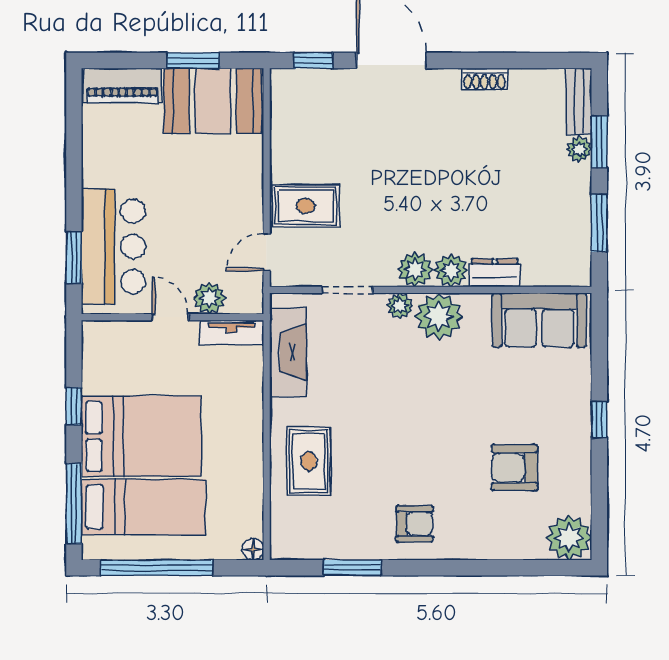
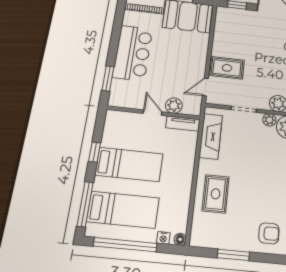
bar counter: (113, 246) -> (133, 53), moved
bed: (141, 436) -> (129, 164), width x0.67
nightstand: (223, 550) -> (163, 238), added

